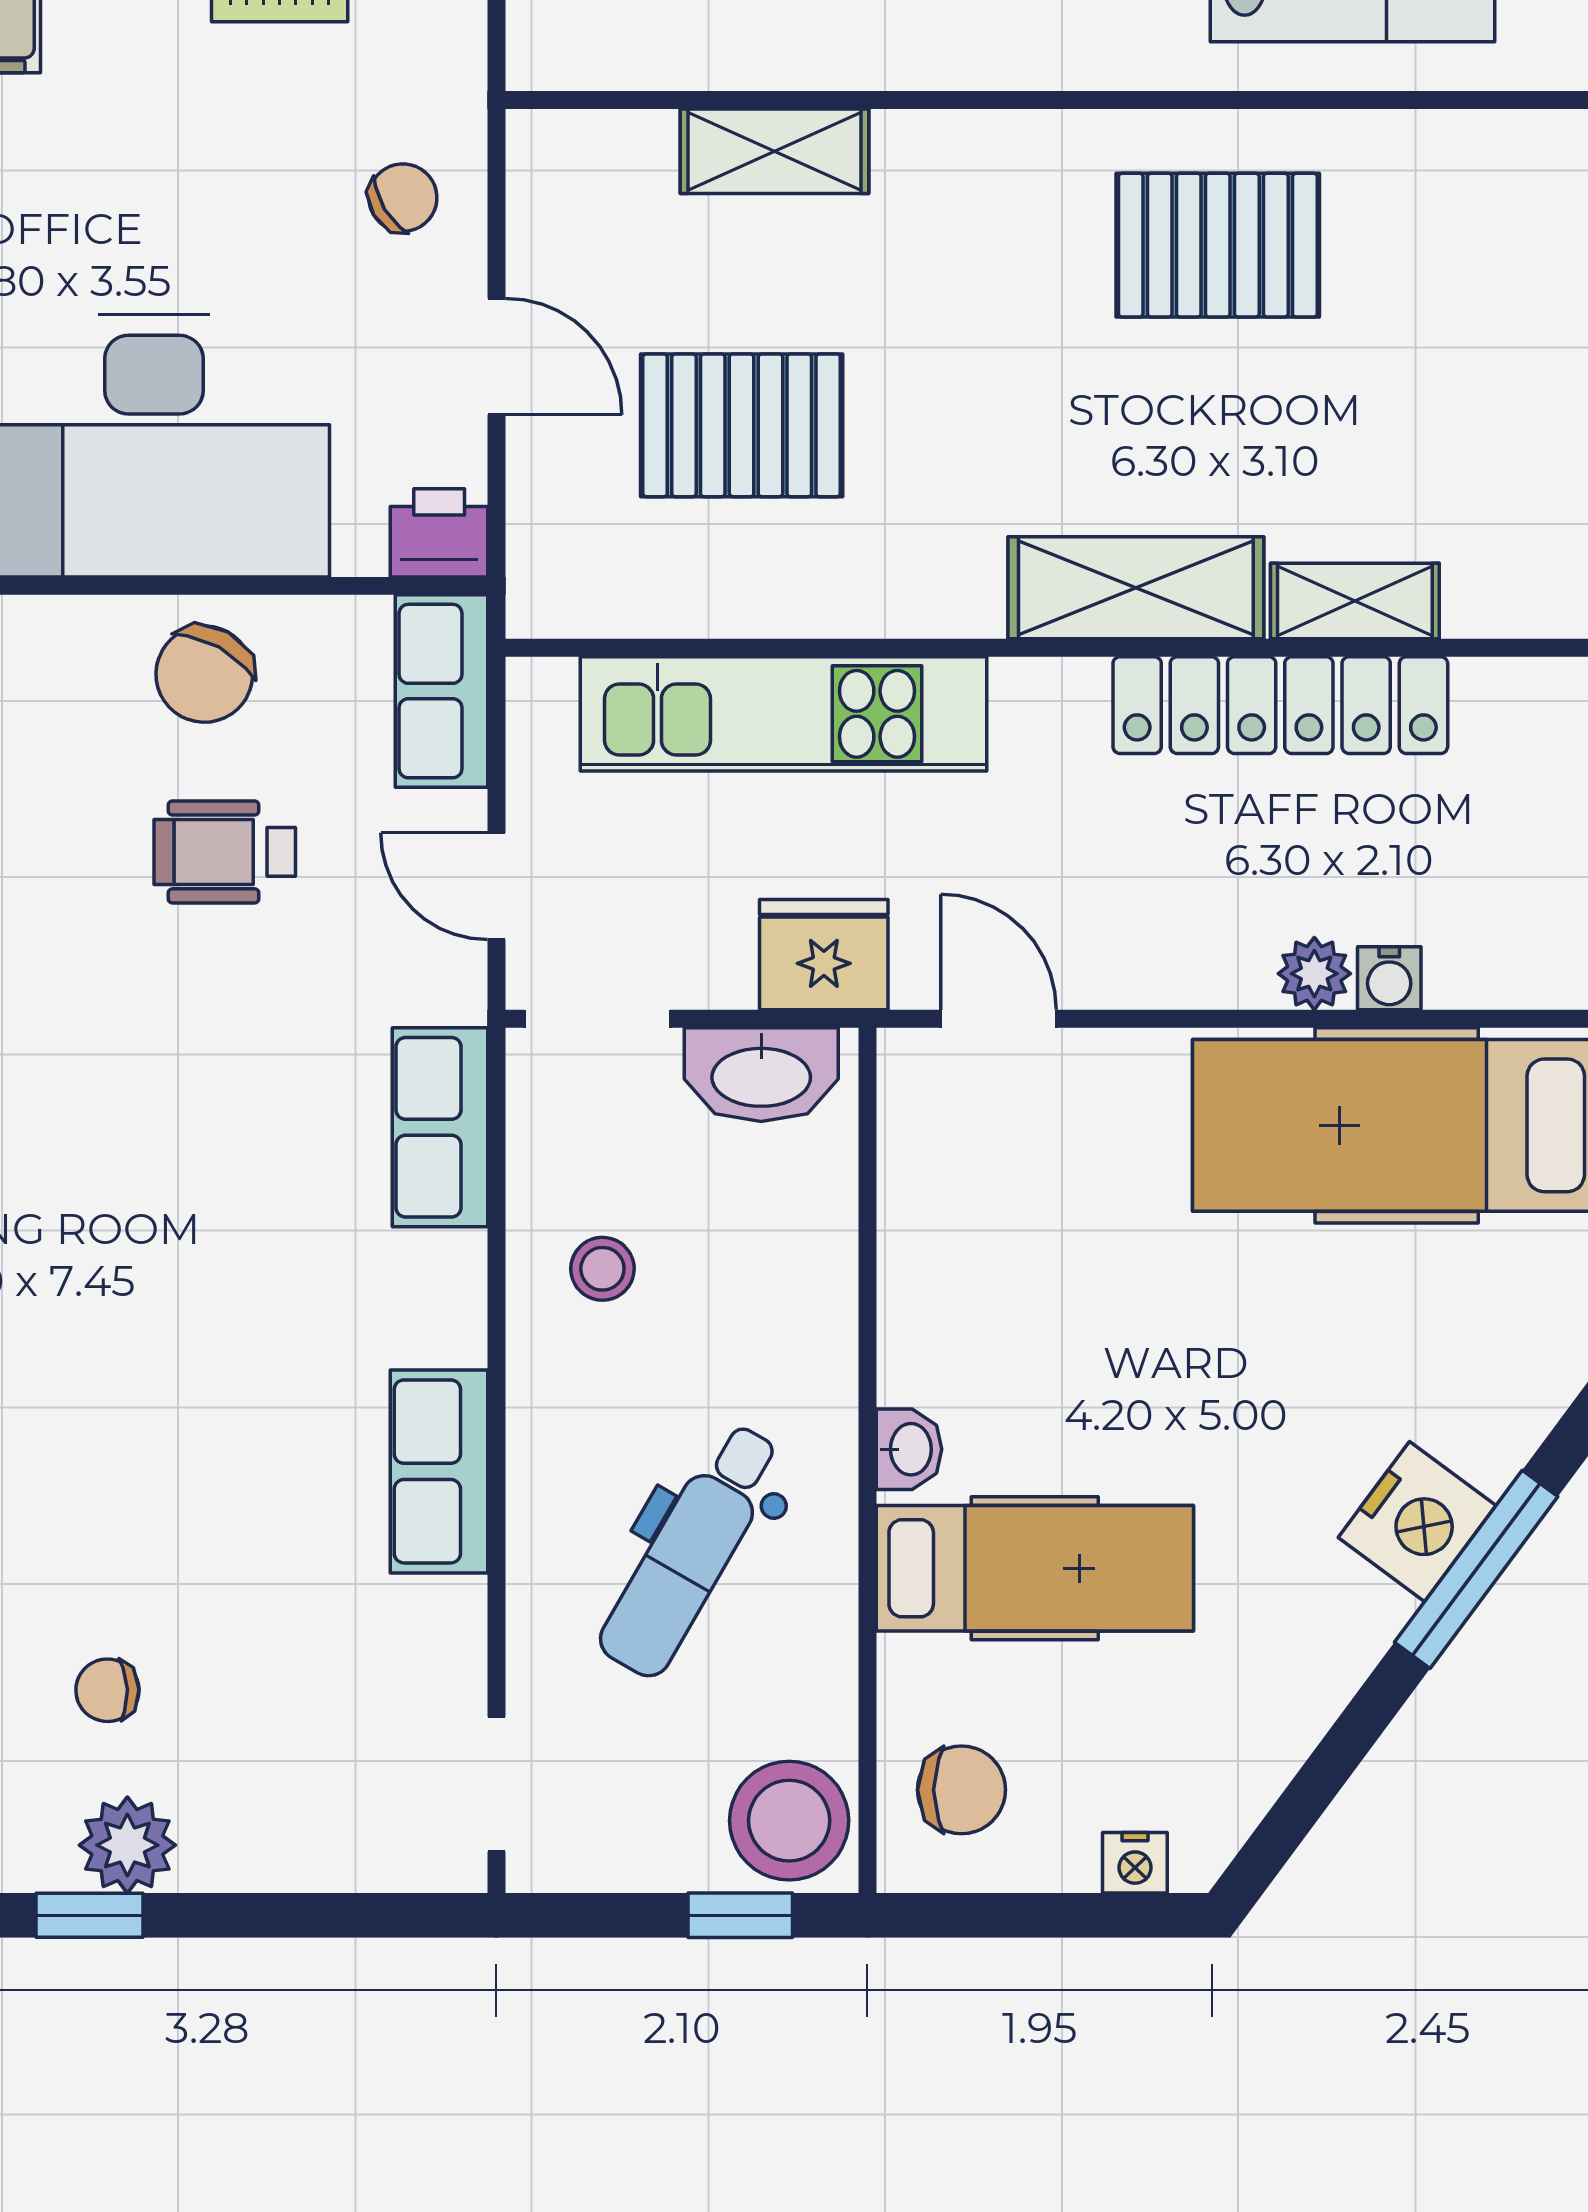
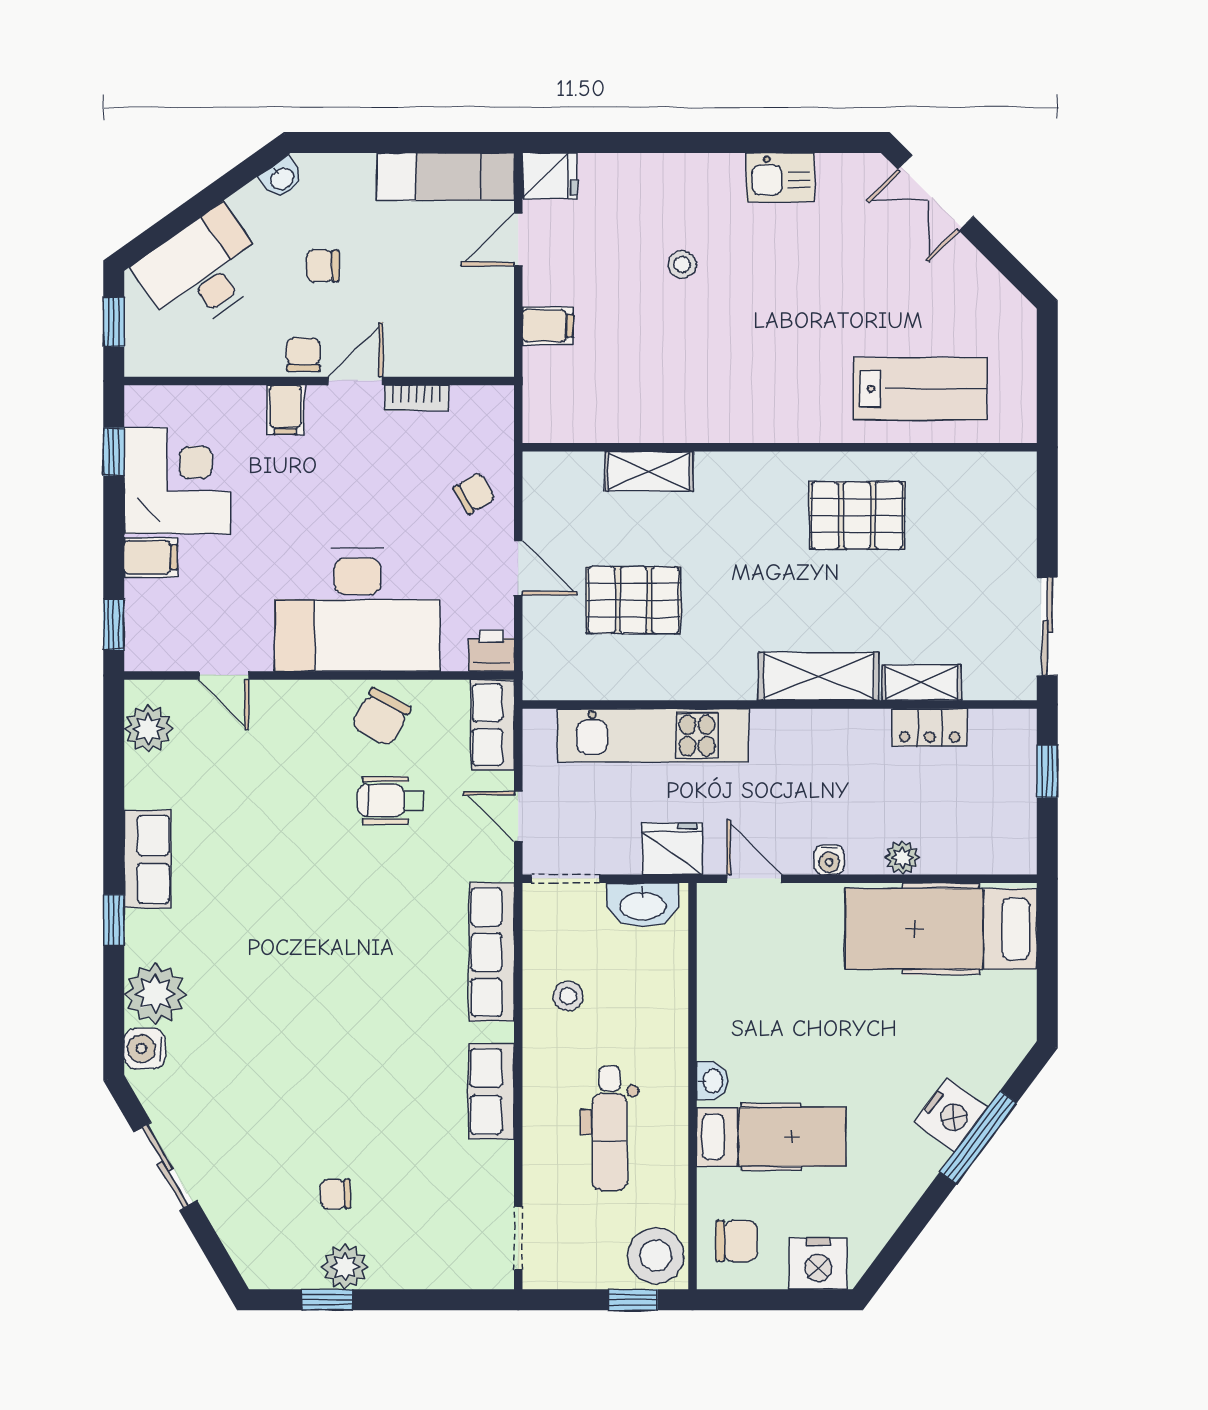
locker: (1280, 705) -> (930, 728), width x0.46, depth x0.83
water cooler: (1389, 978) -> (829, 860), moved
row of seats: (440, 1127) -> (492, 952), width x1.48
dental chair: (691, 1550) -> (610, 1128), turned -30
nightstand: (1135, 1863) -> (818, 1264), width x1.89, depth x1.79

